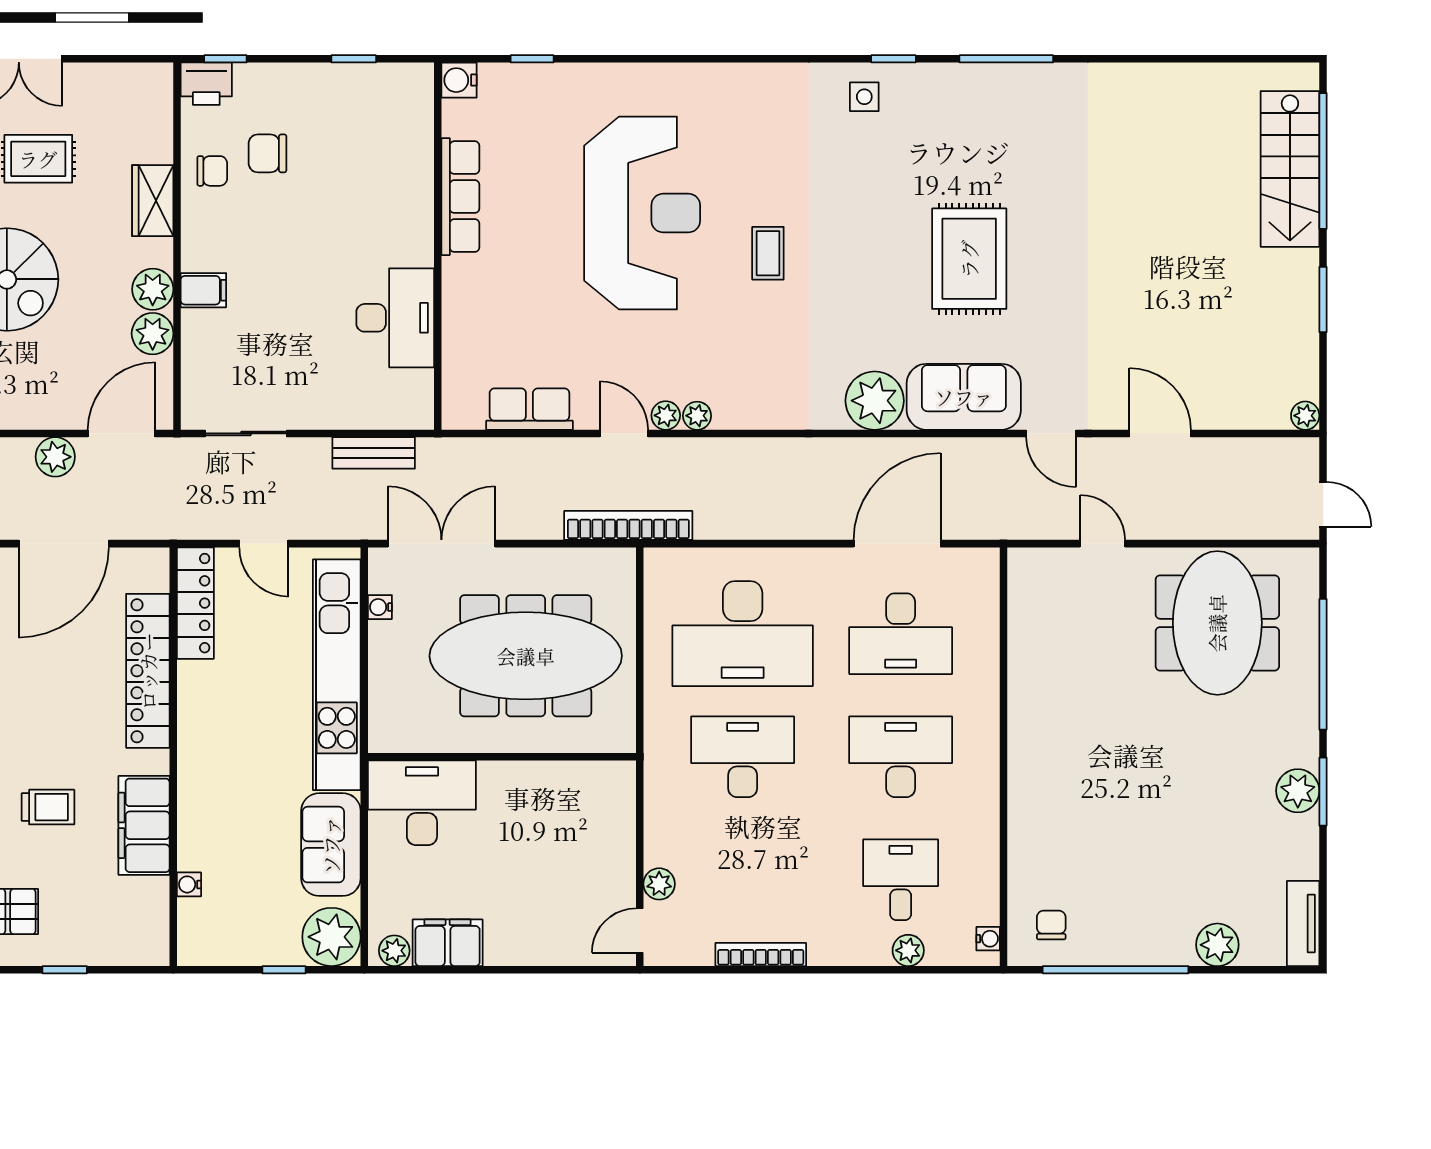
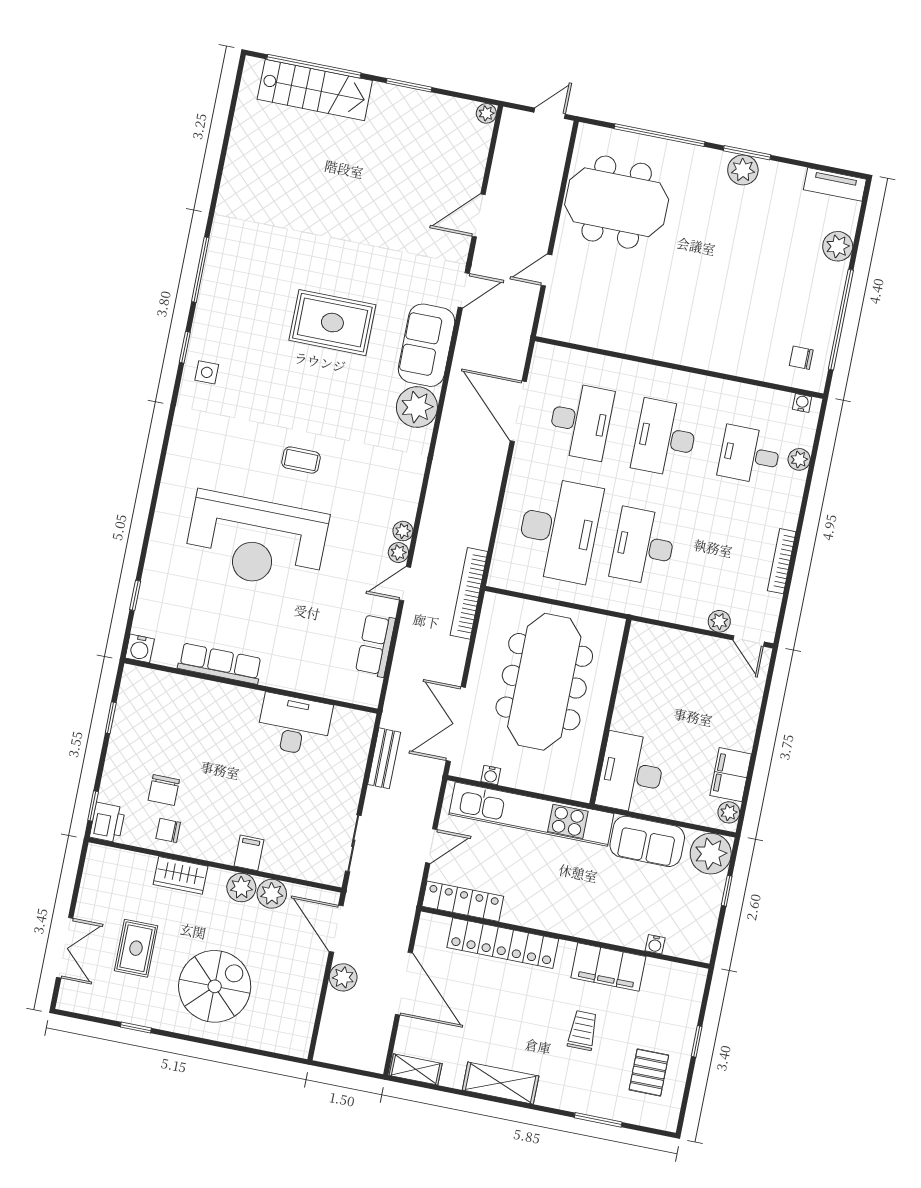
chair: (212, 171) -> (168, 830), turned -90
reception desk: (642, 213) -> (256, 541), turned 180

